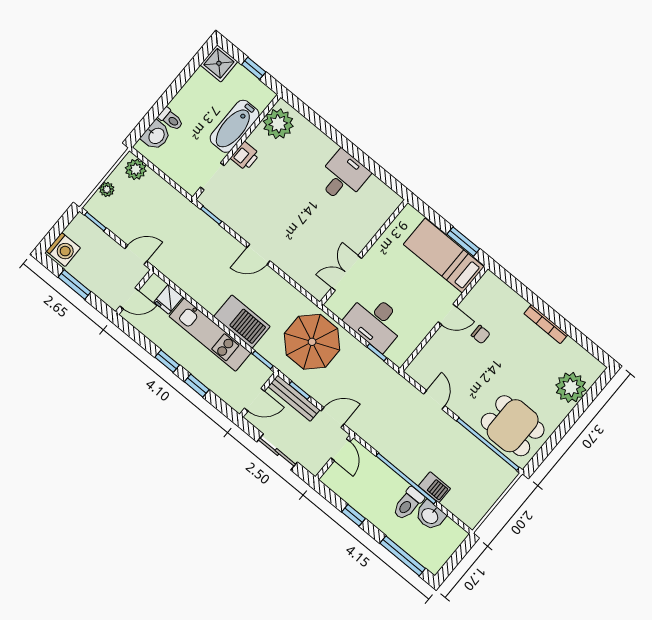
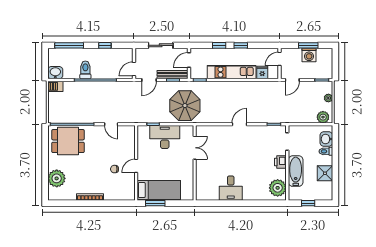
shower: (219, 63) -> (325, 173), moved
washing machine: (63, 250) -> (309, 55), moved, turned -90
barbecue: (242, 322) -> (223, 89), removed
door: (340, 450) -> (134, 69), hinge flipped
barbecue: (434, 487) -> (55, 86), moved
washbasin: (430, 515) -> (55, 73), moved

